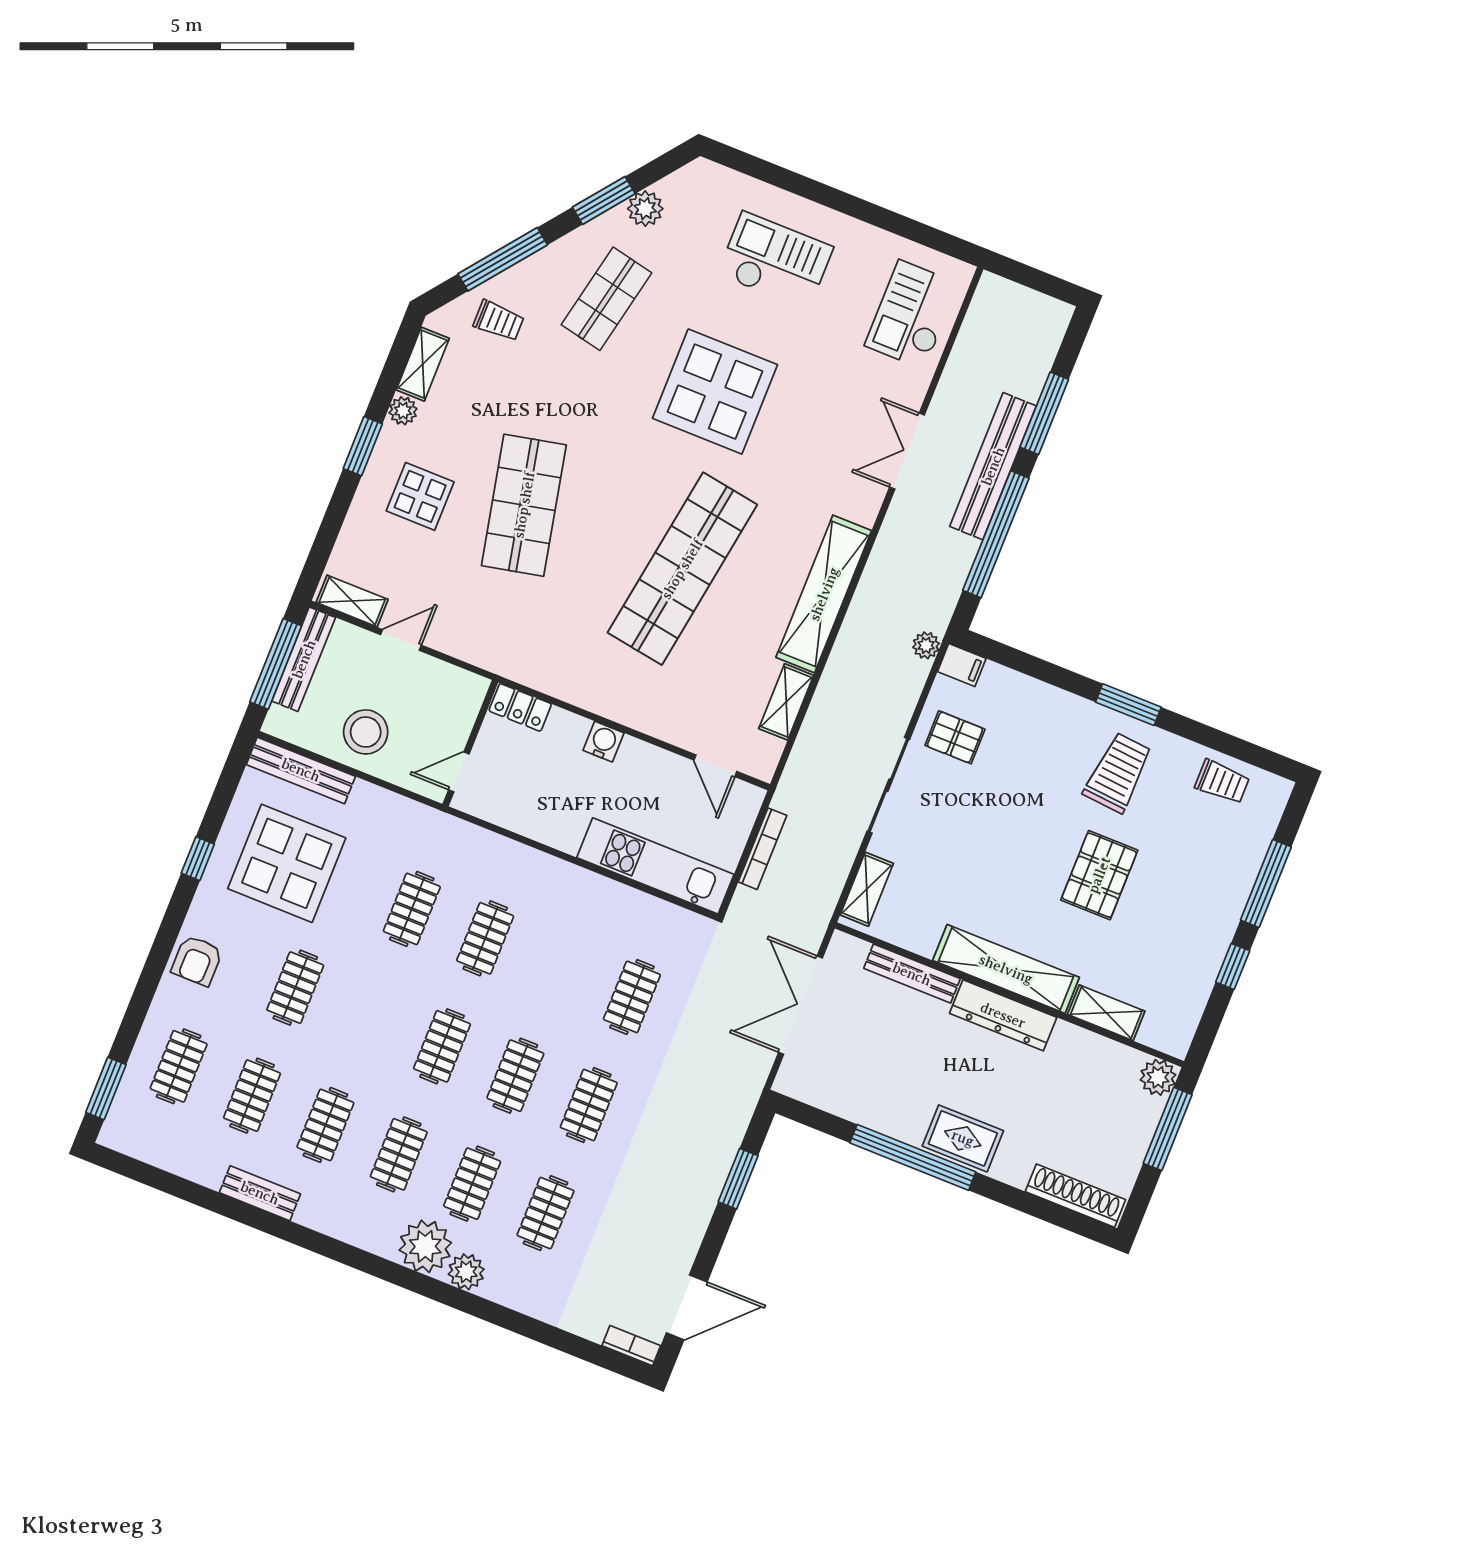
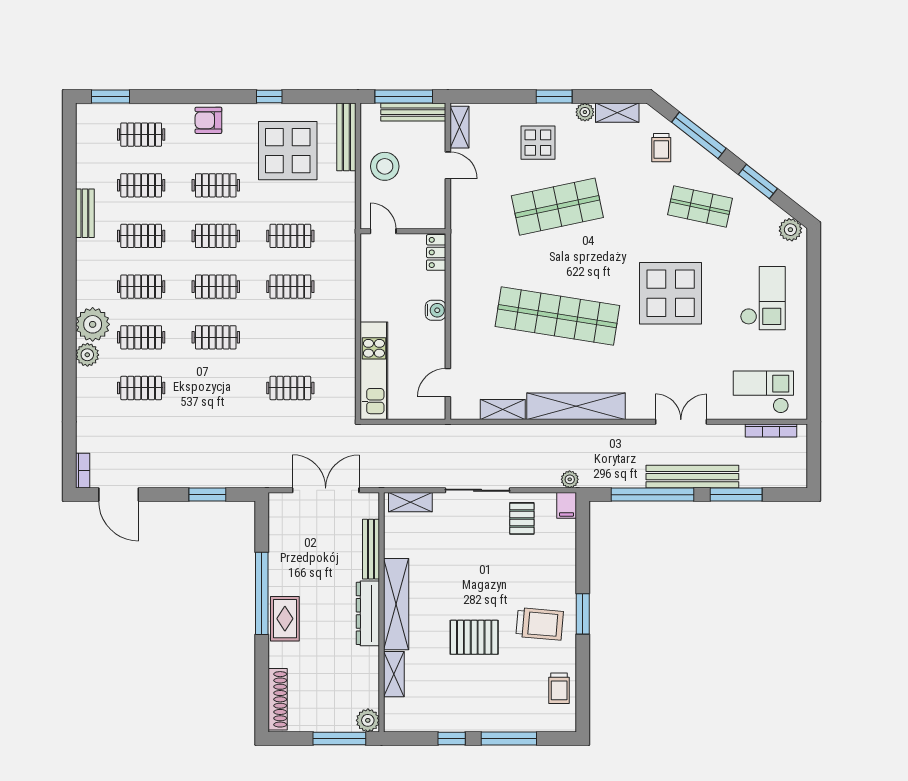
plant: (645, 209) -> (790, 230), moved
bookcase: (763, 849) -> (771, 430), moved
clothes rail: (589, 1105) -> (216, 236), moved

